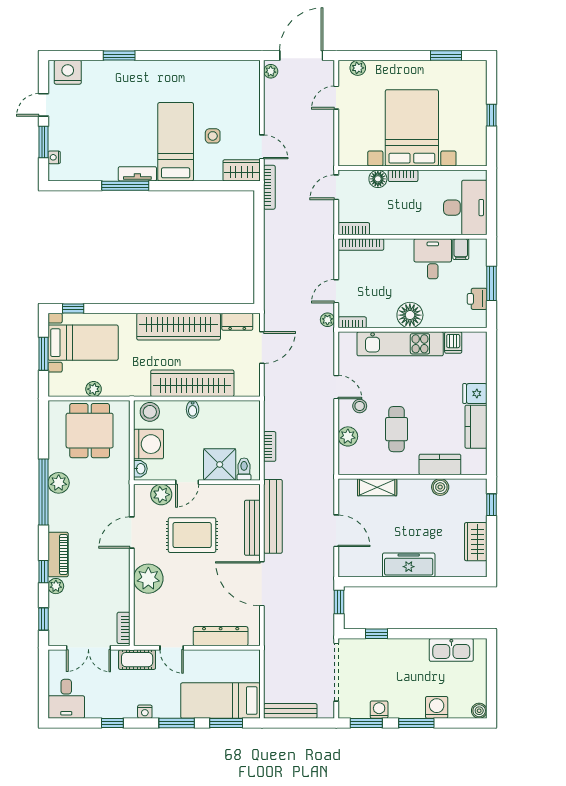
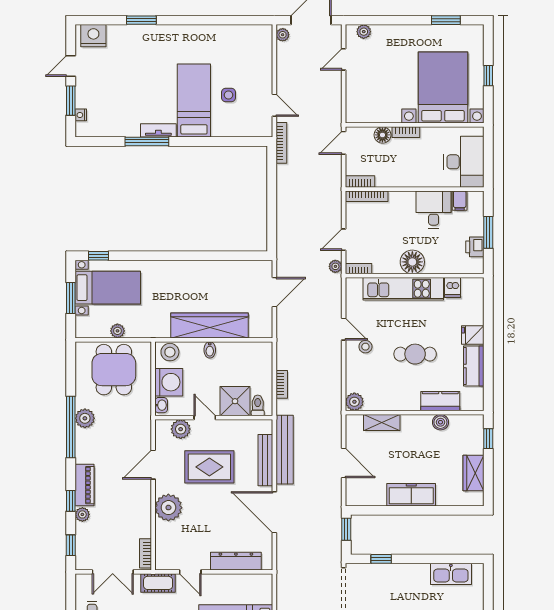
bed with nightstands: (412, 128) -> (443, 88), moved
wardrobe: (242, 170) -> (255, 127), removed
dresser: (237, 322) -> (251, 268), removed
wardrobe: (179, 327) -> (197, 273), removed
cafe table: (397, 429) -> (415, 354), moved, turned 90
plant: (348, 436) -> (354, 402), moved
door: (187, 482) -> (205, 418), swing flipped

